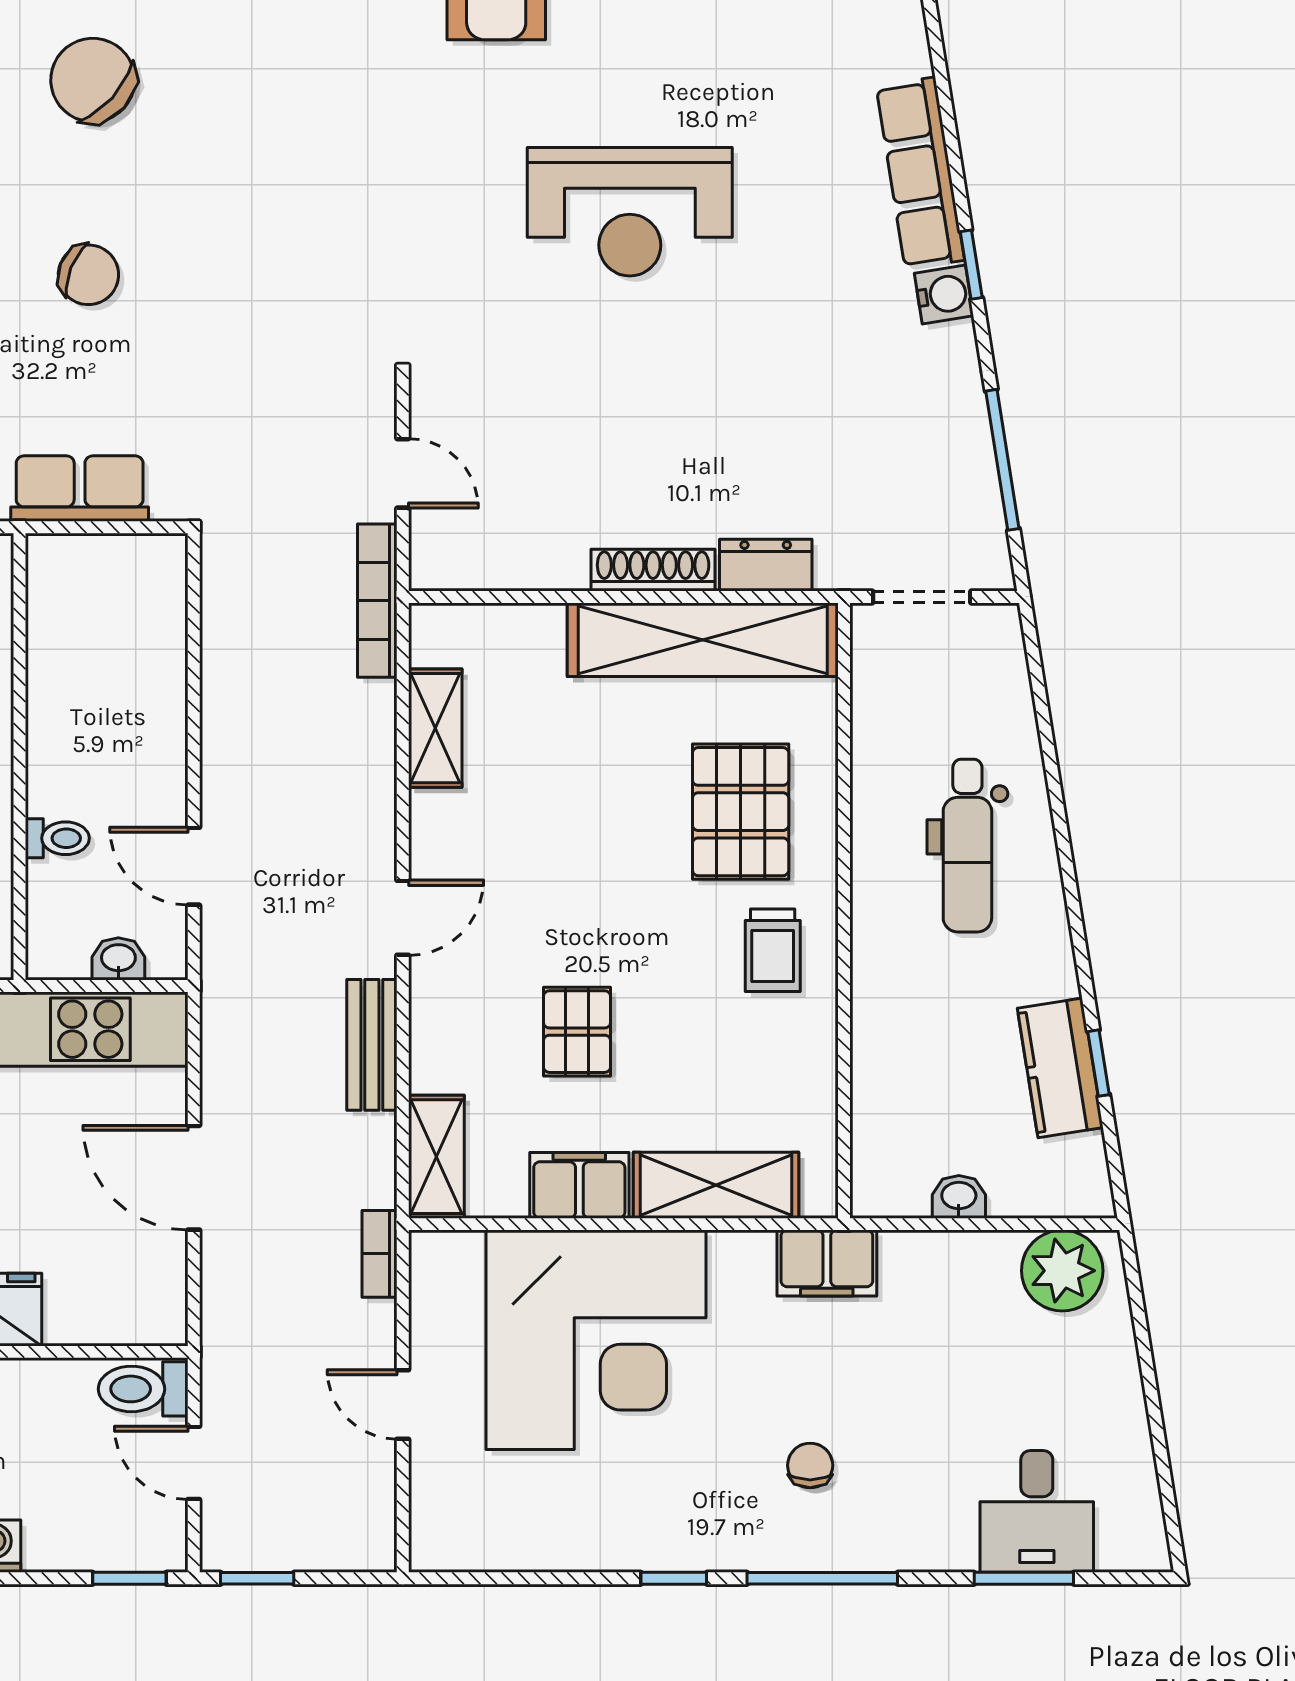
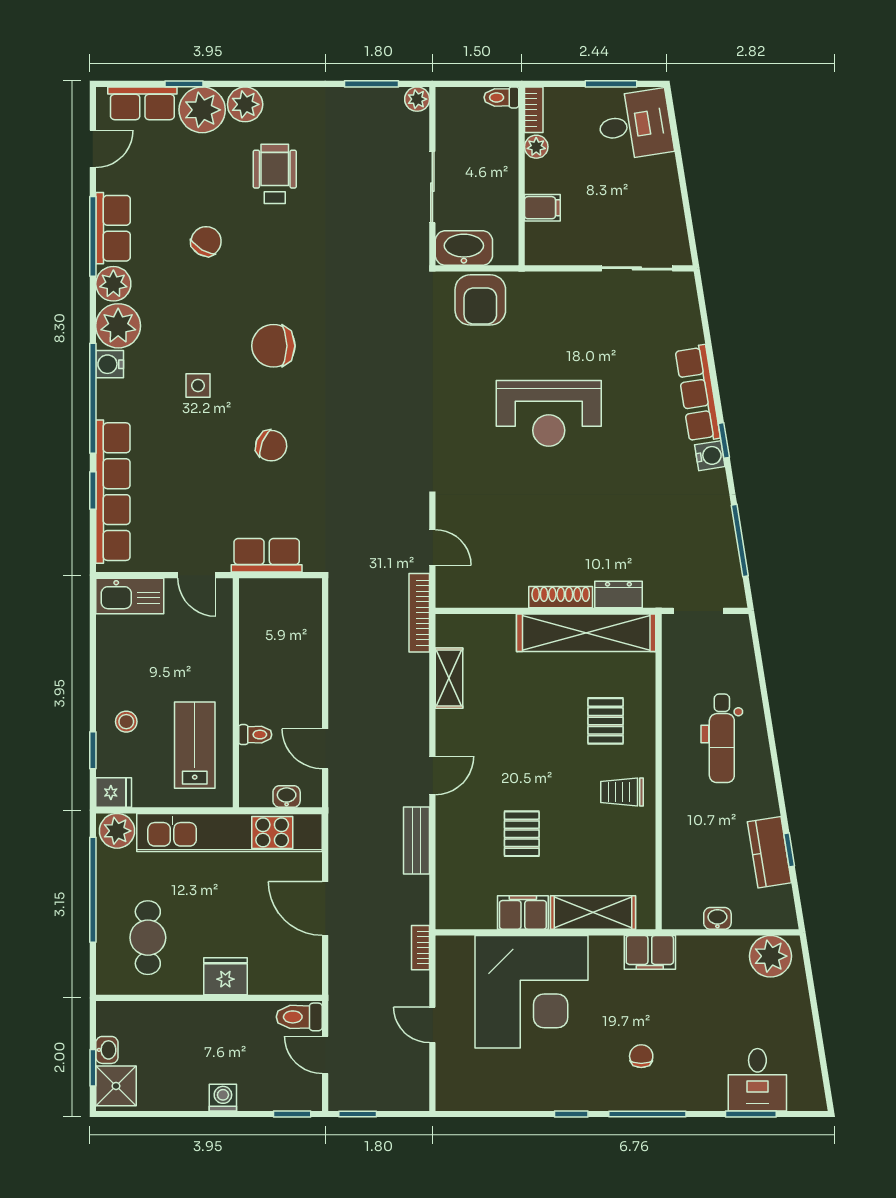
chair: (93, 80) -> (273, 346), turned -42
pallet: (741, 812) -> (606, 721), width x0.67, depth x0.71
trolley: (773, 950) -> (622, 792), turned 90
shelving: (436, 1157) -> (450, 898), removed

